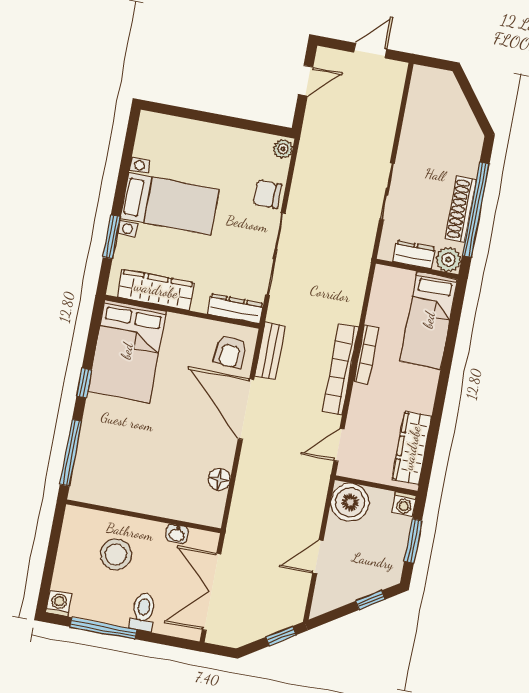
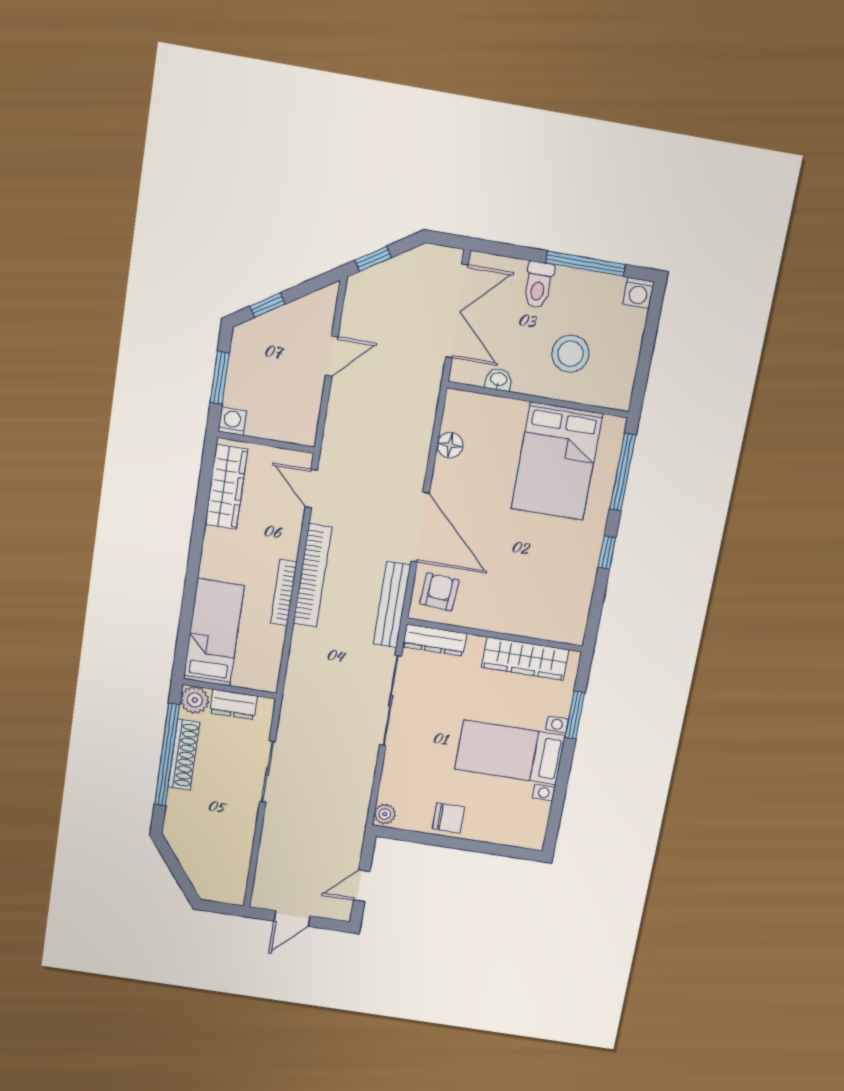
chair: (267, 194) -> (448, 818), moved
bed: (127, 351) -> (557, 461), moved, turned 180
bench: (270, 351) -> (392, 605), width x1.36
door: (339, 445) -> (311, 489), swing flipped
boiler: (350, 502) -> (296, 422), removed

